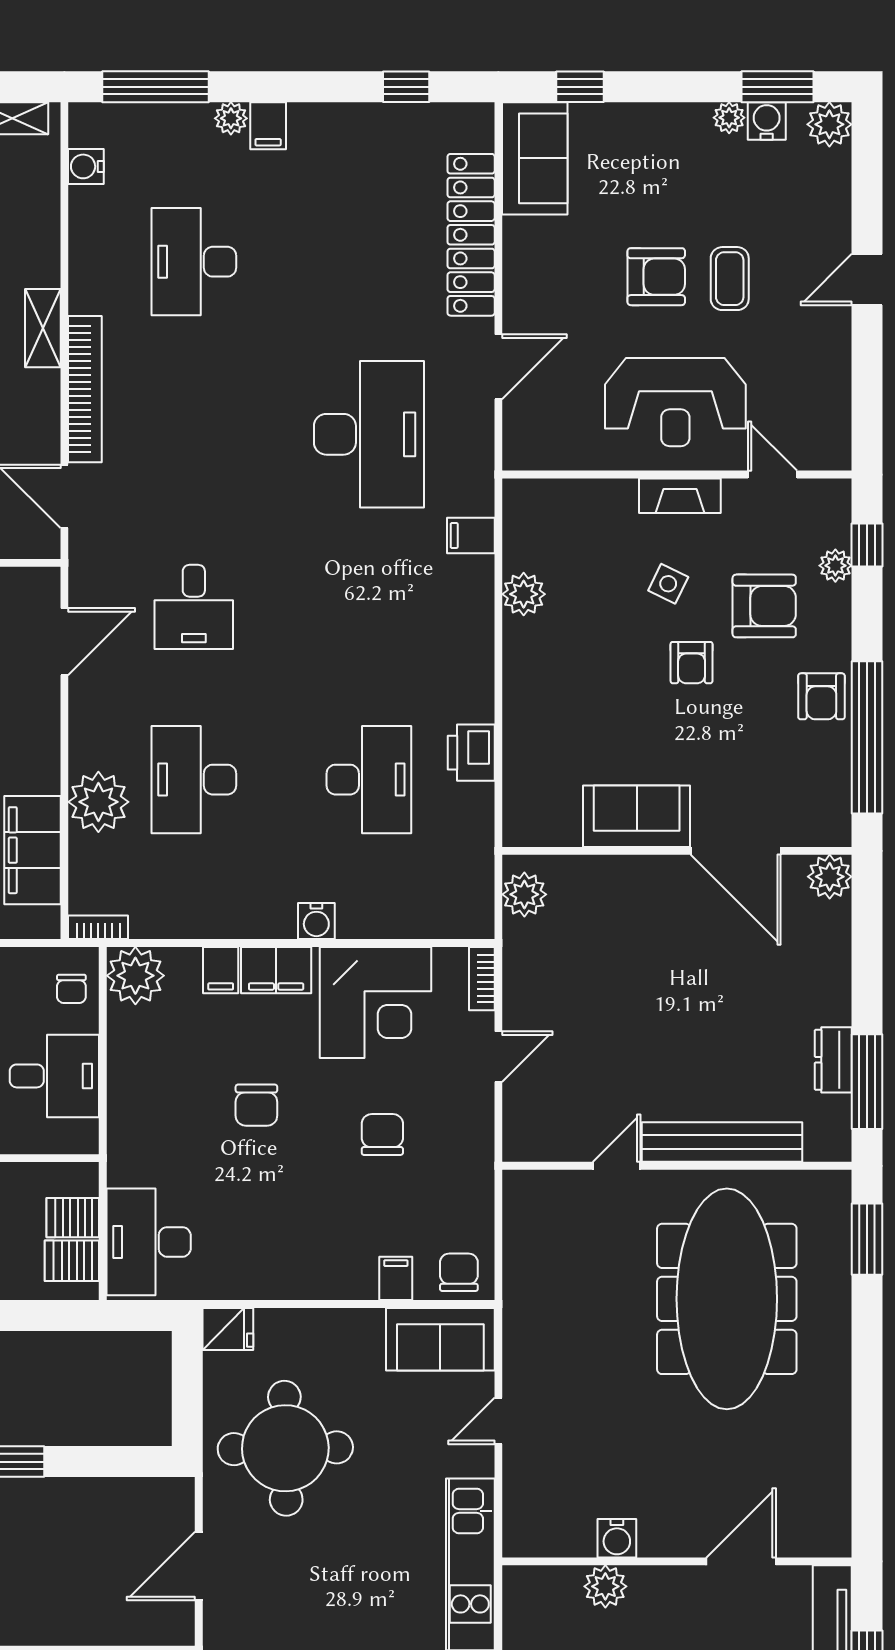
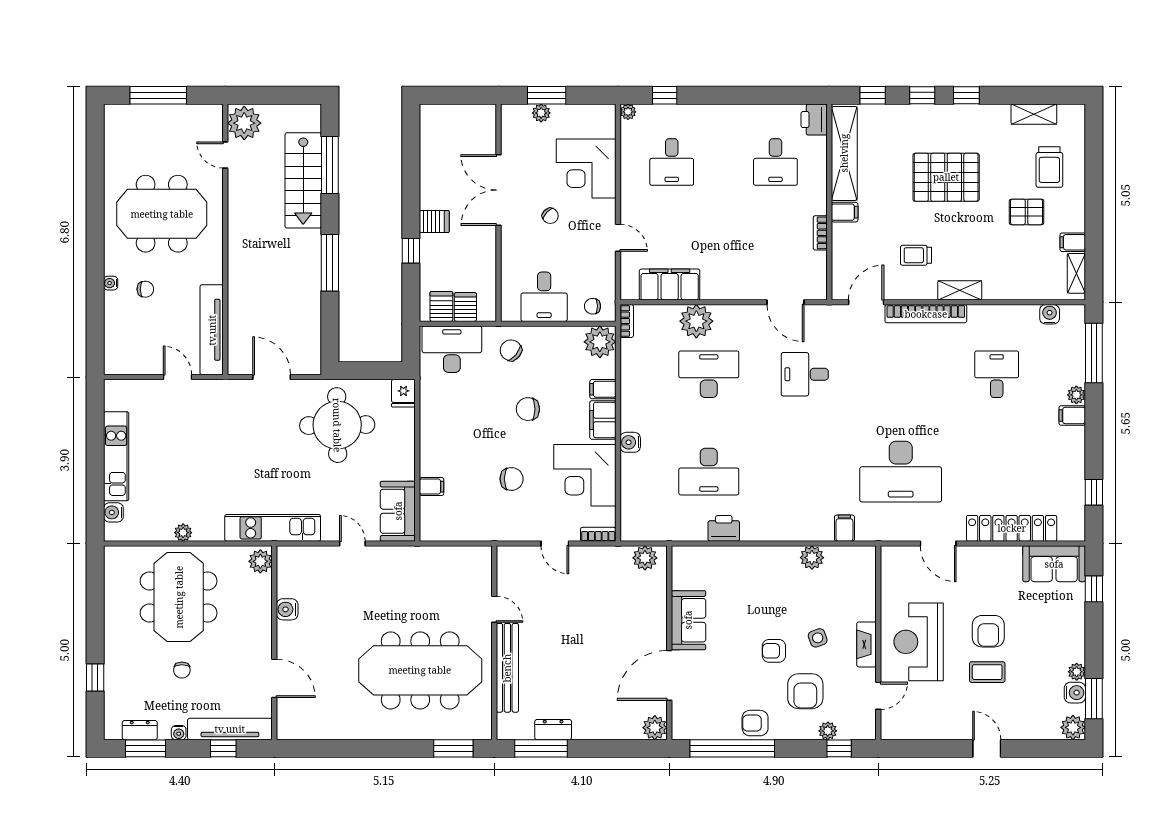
desk: (194, 262) -> (997, 374), width x0.73
side table: (668, 584) -> (818, 638), turned 45
chair: (459, 1272) -> (511, 350), moved, turned -140
plant: (605, 1586) -> (260, 561), moved

